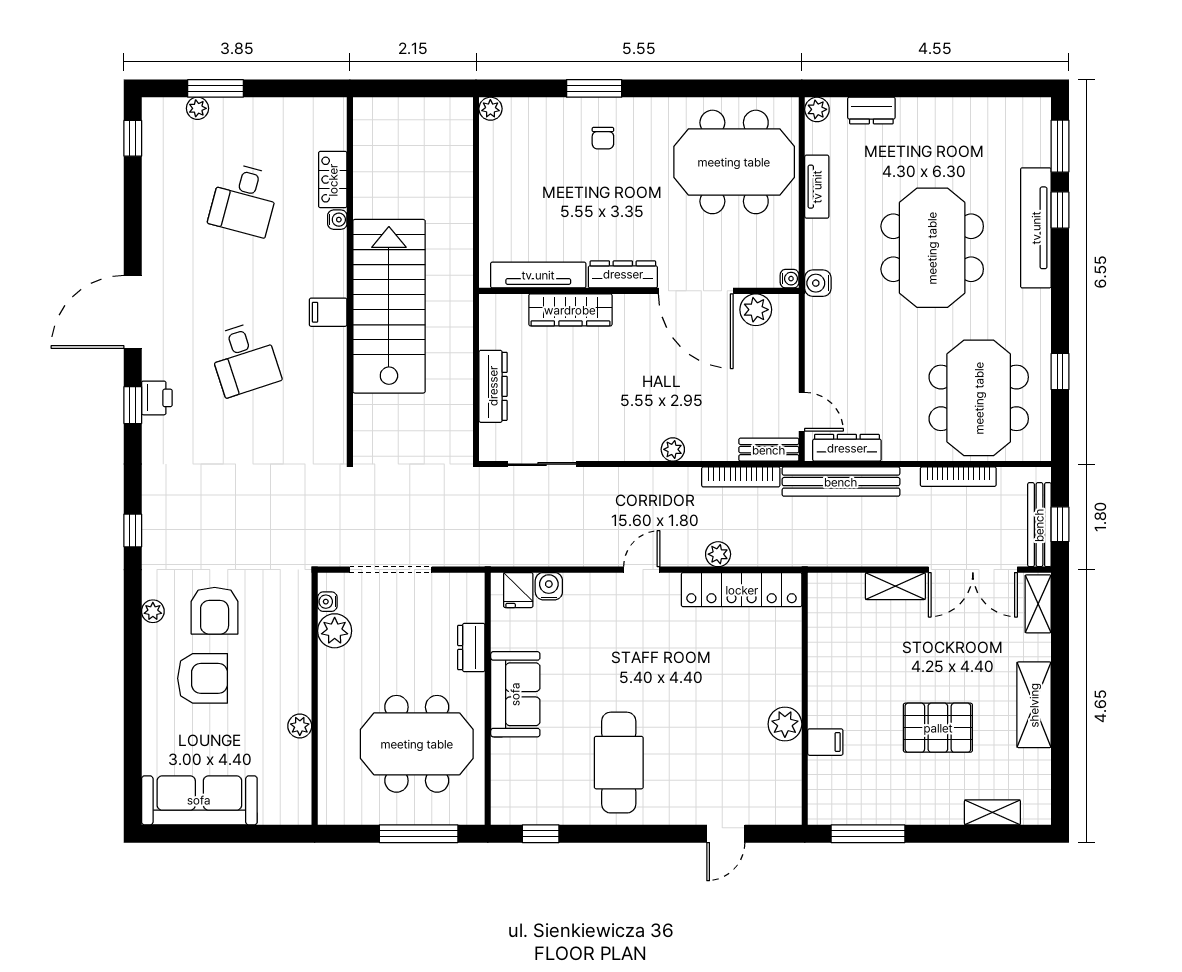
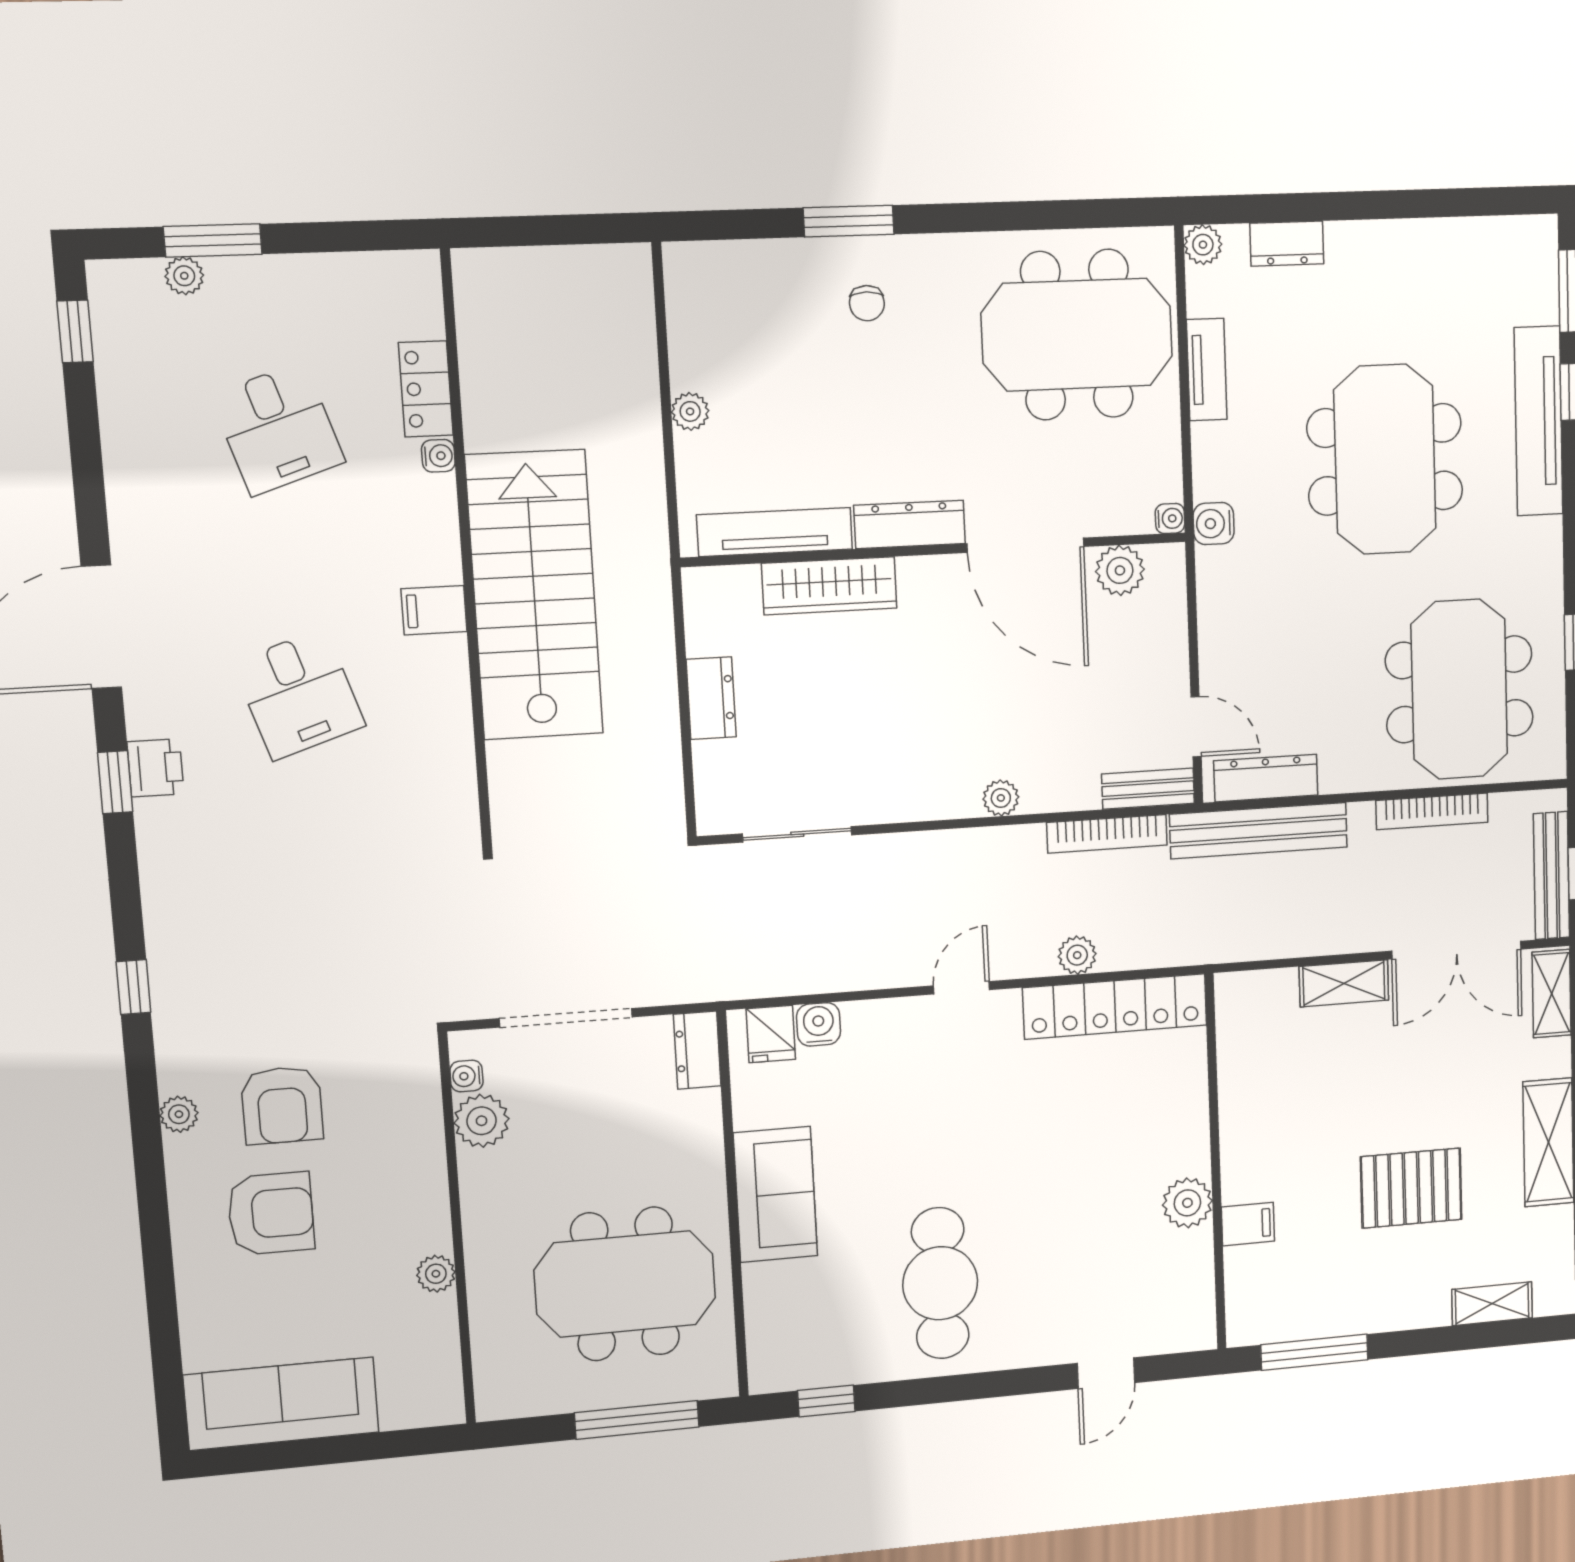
plant: (490, 109) -> (690, 411), moved
desk: (244, 200) -> (278, 429), turned -33
dresser: (493, 386) -> (711, 698), width x0.70
dresser: (471, 648) -> (697, 1050), moved

